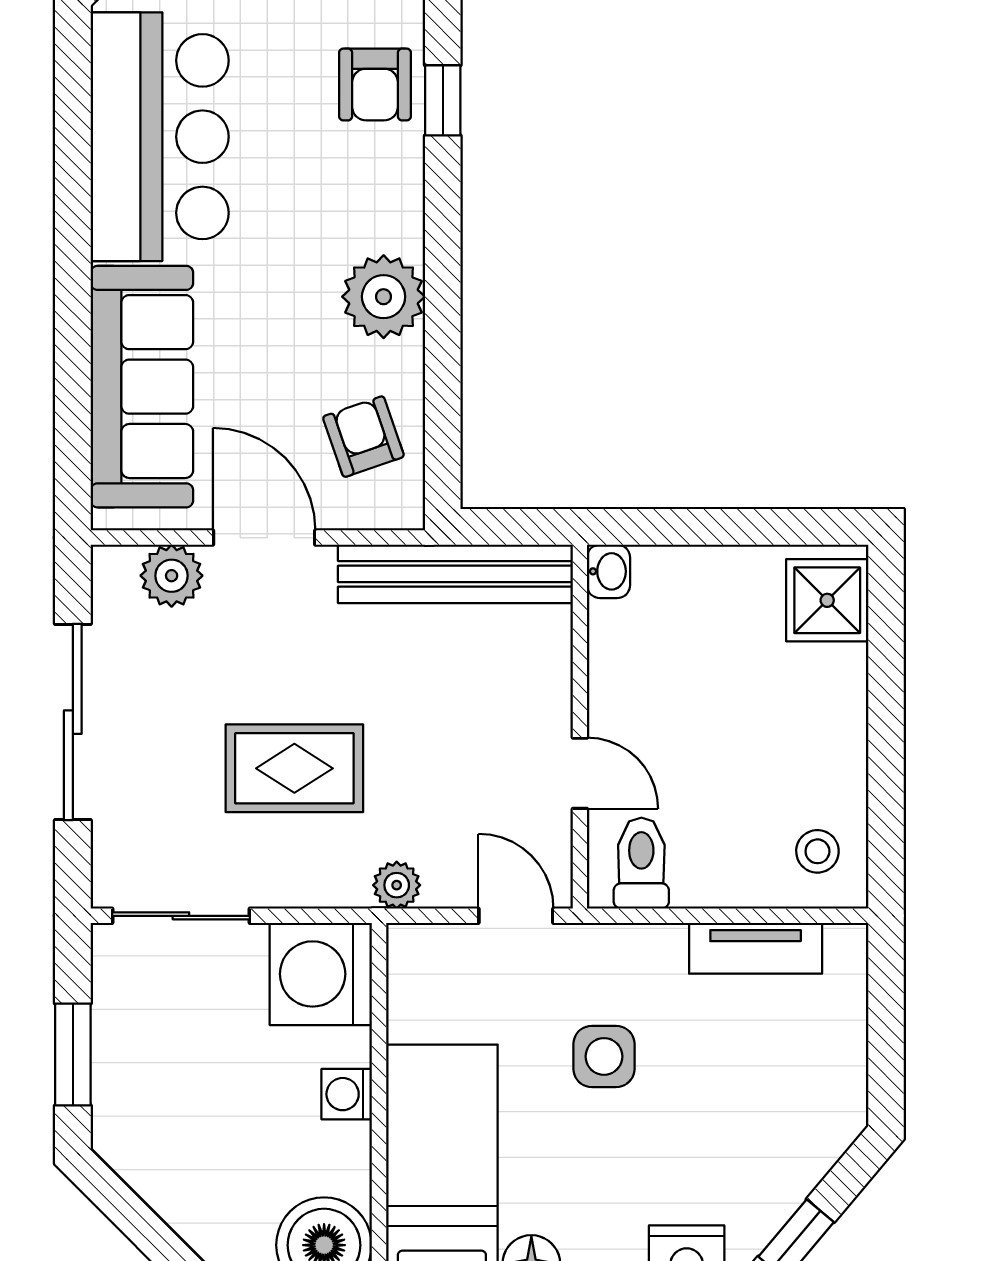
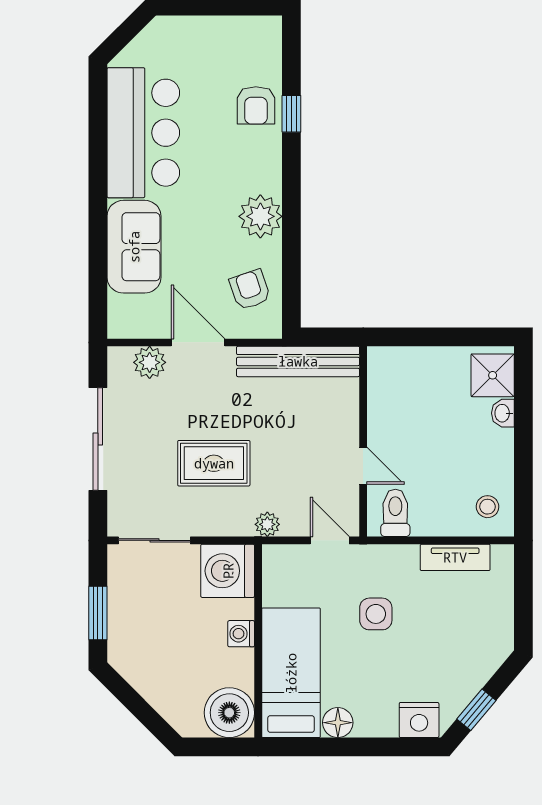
sofa: (142, 387) -> (134, 247), width x0.73
washbasin: (609, 571) -> (503, 413), moved, turned 180

